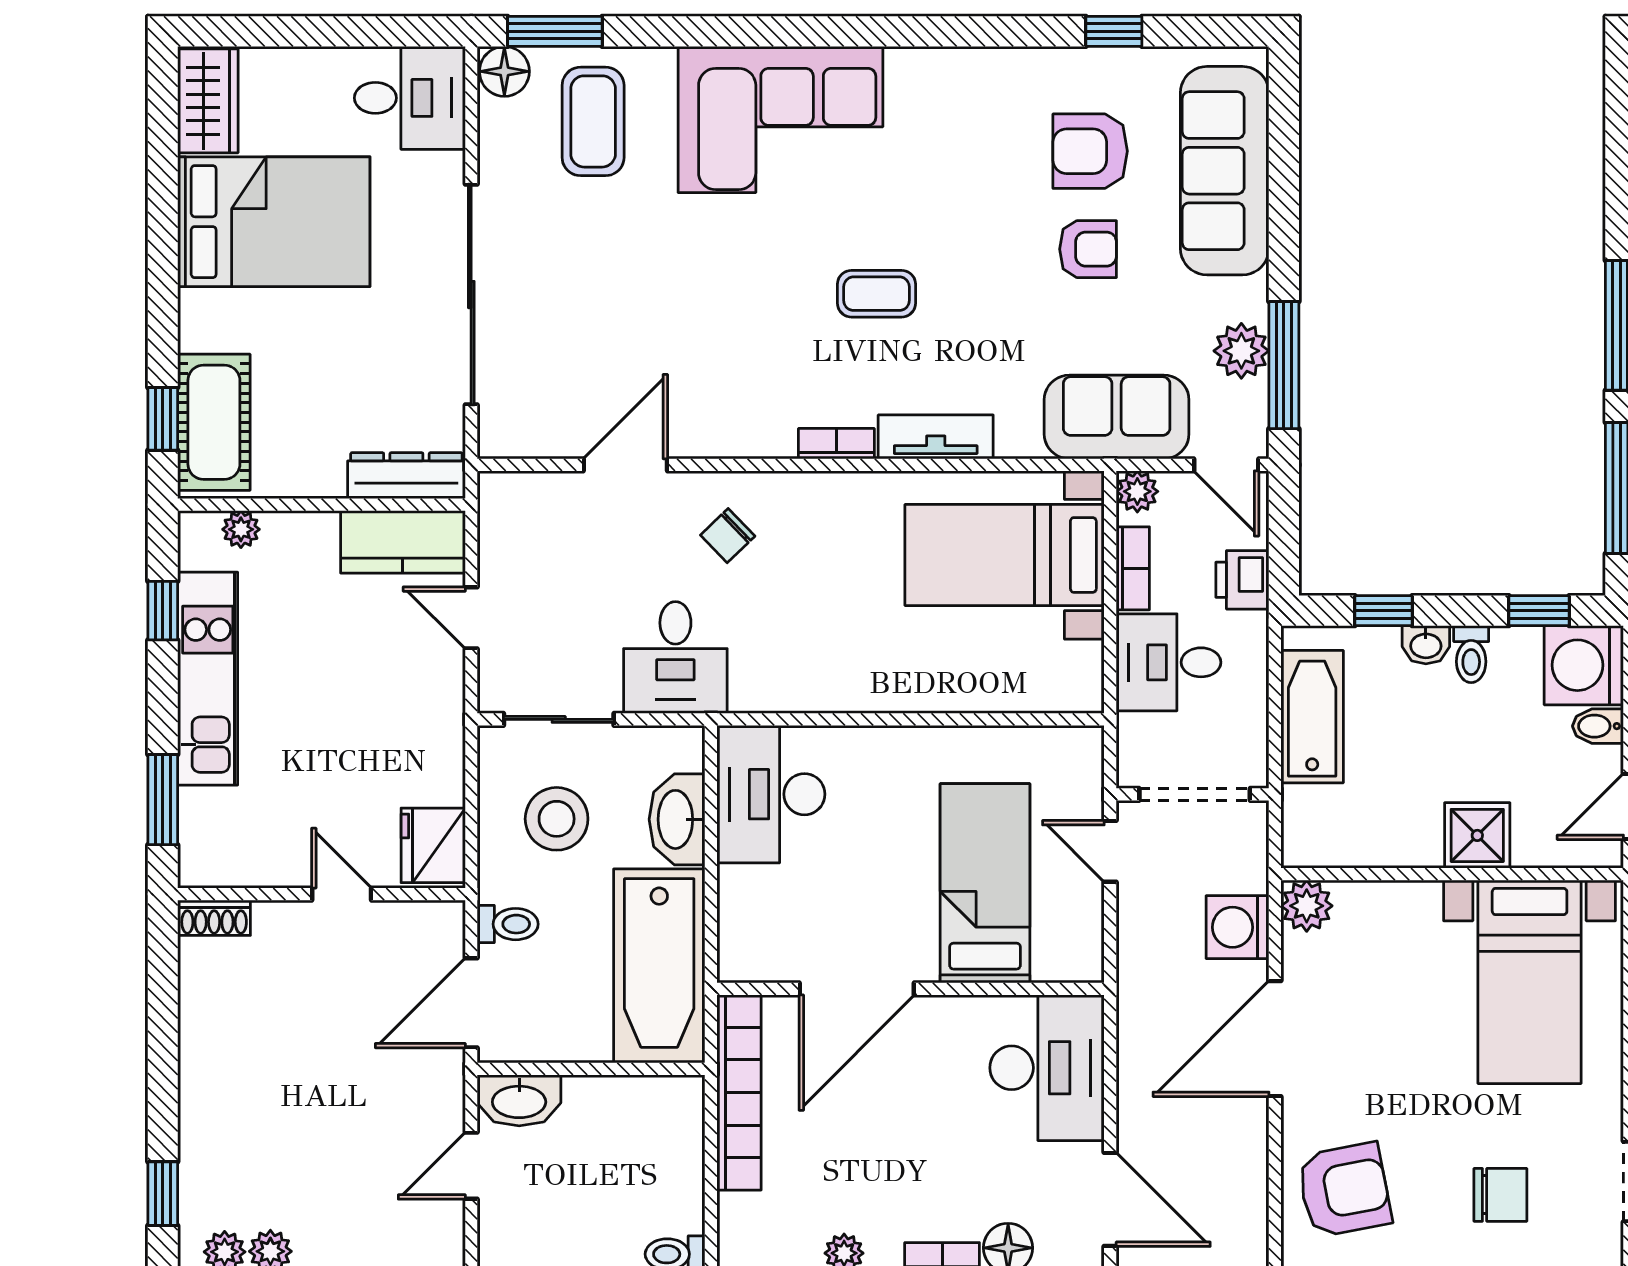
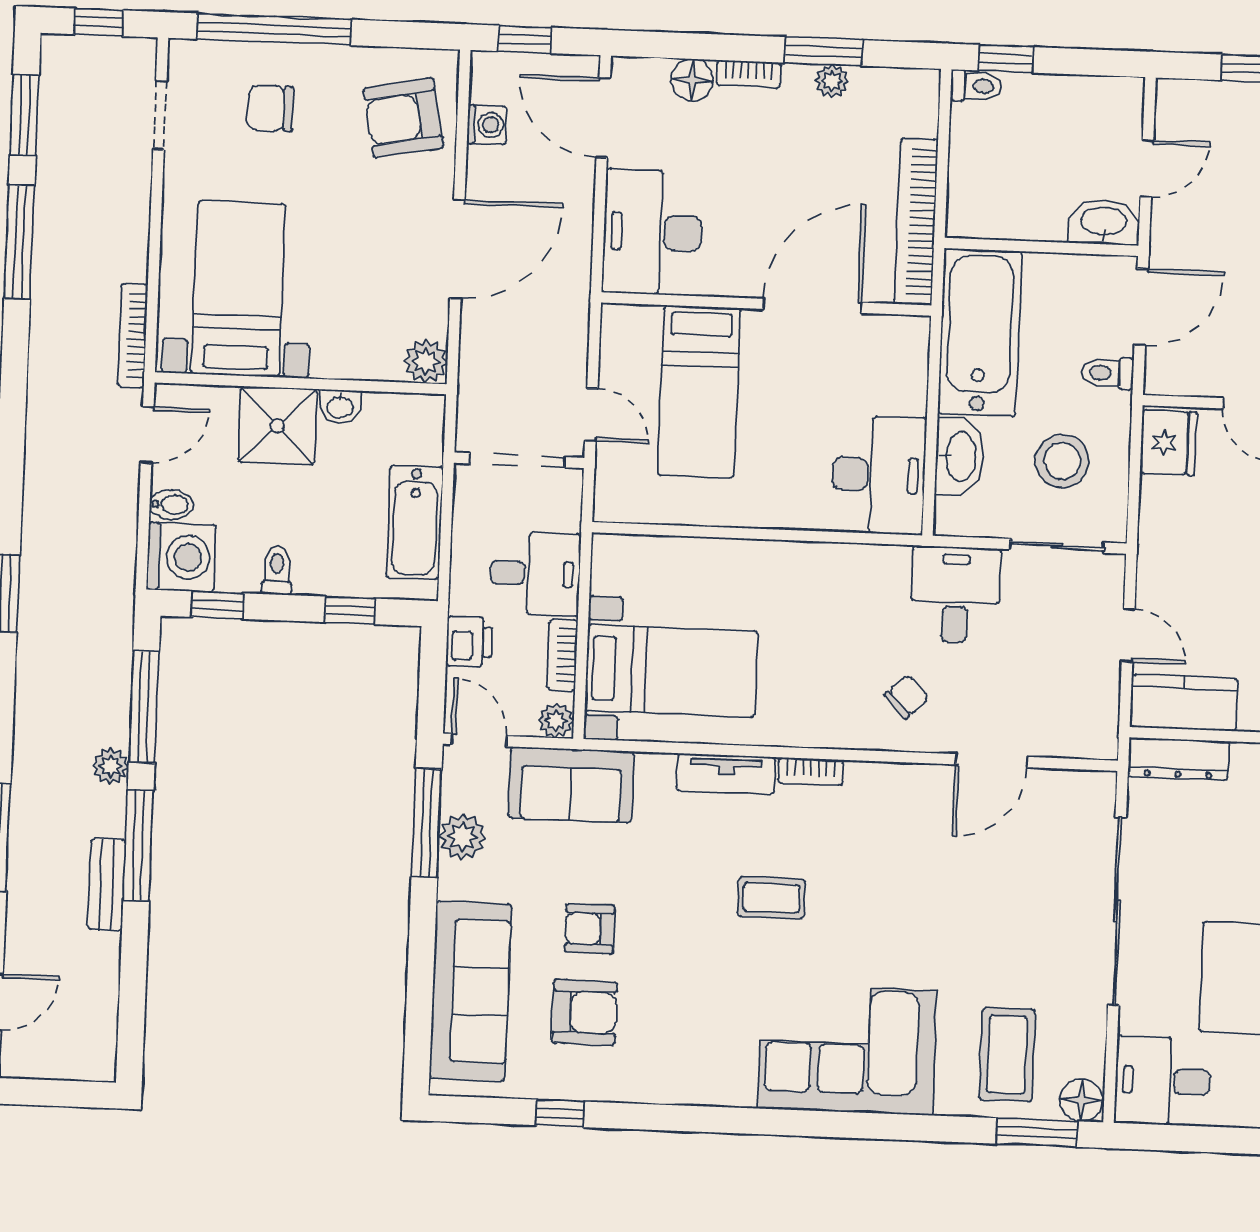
washbasin: (1426, 645) -> (340, 406), moved, turned 180
shower: (1477, 835) -> (277, 426), width x1.36, depth x1.36
washing machine: (1238, 927) -> (487, 125), moved, width x0.73, depth x0.73

